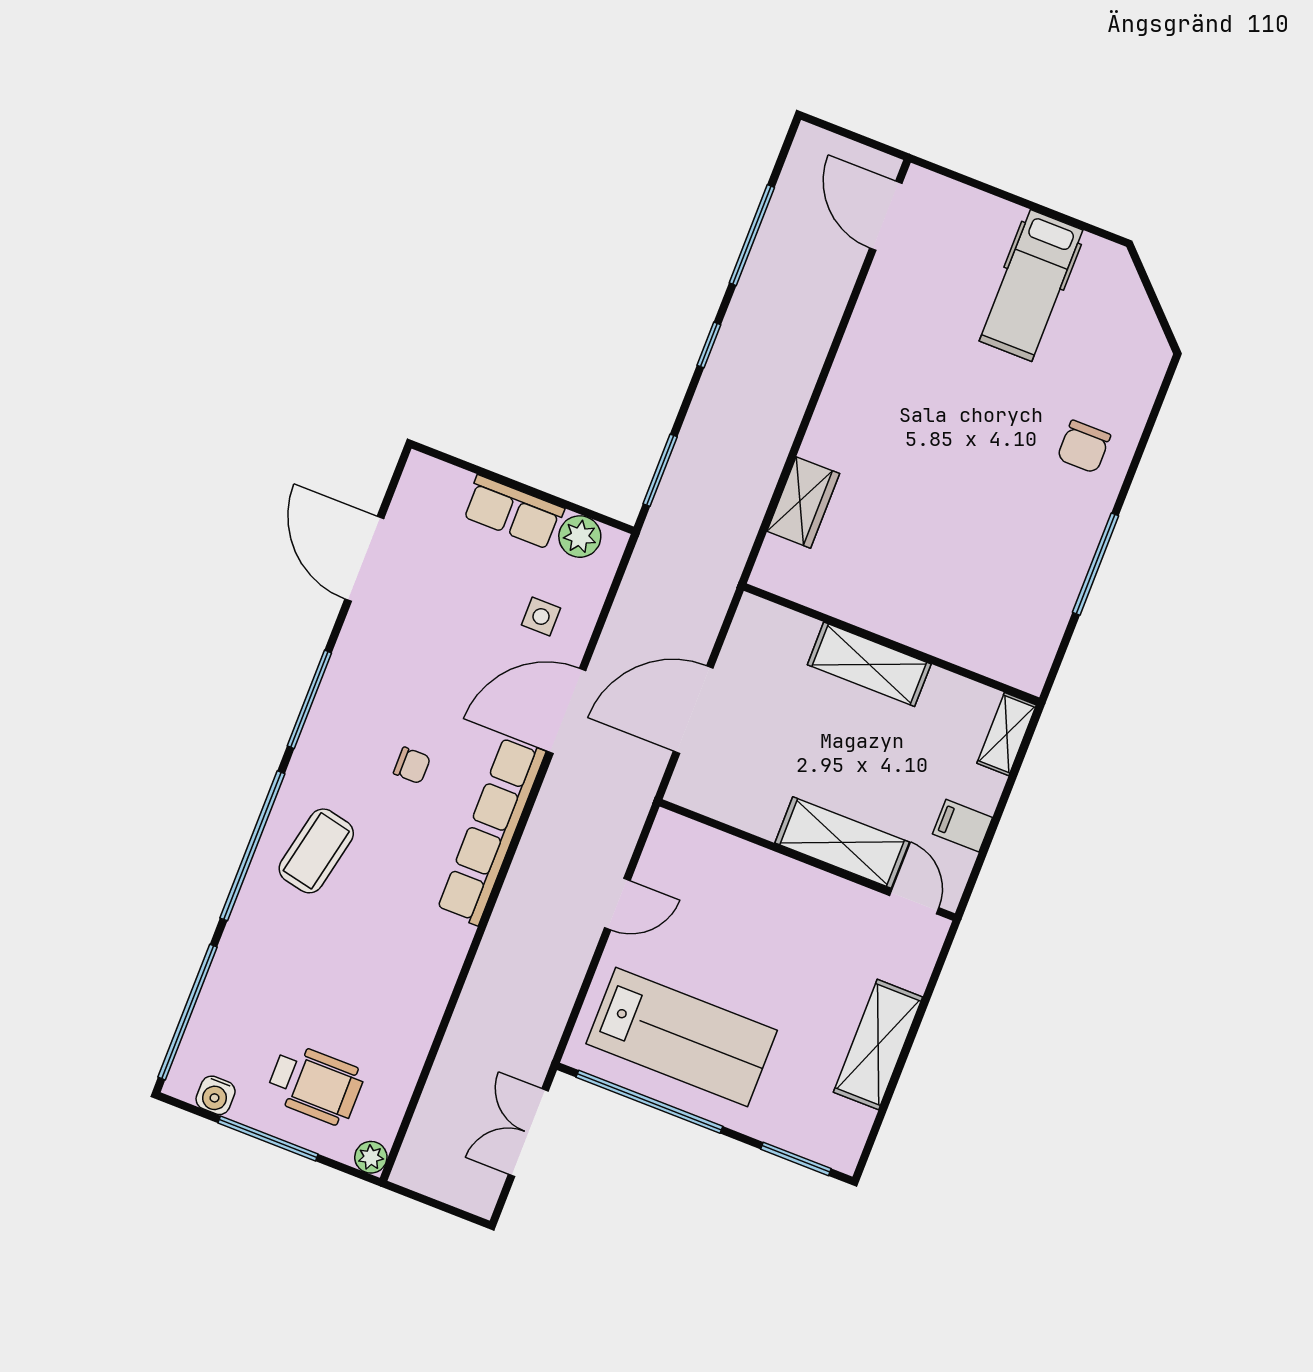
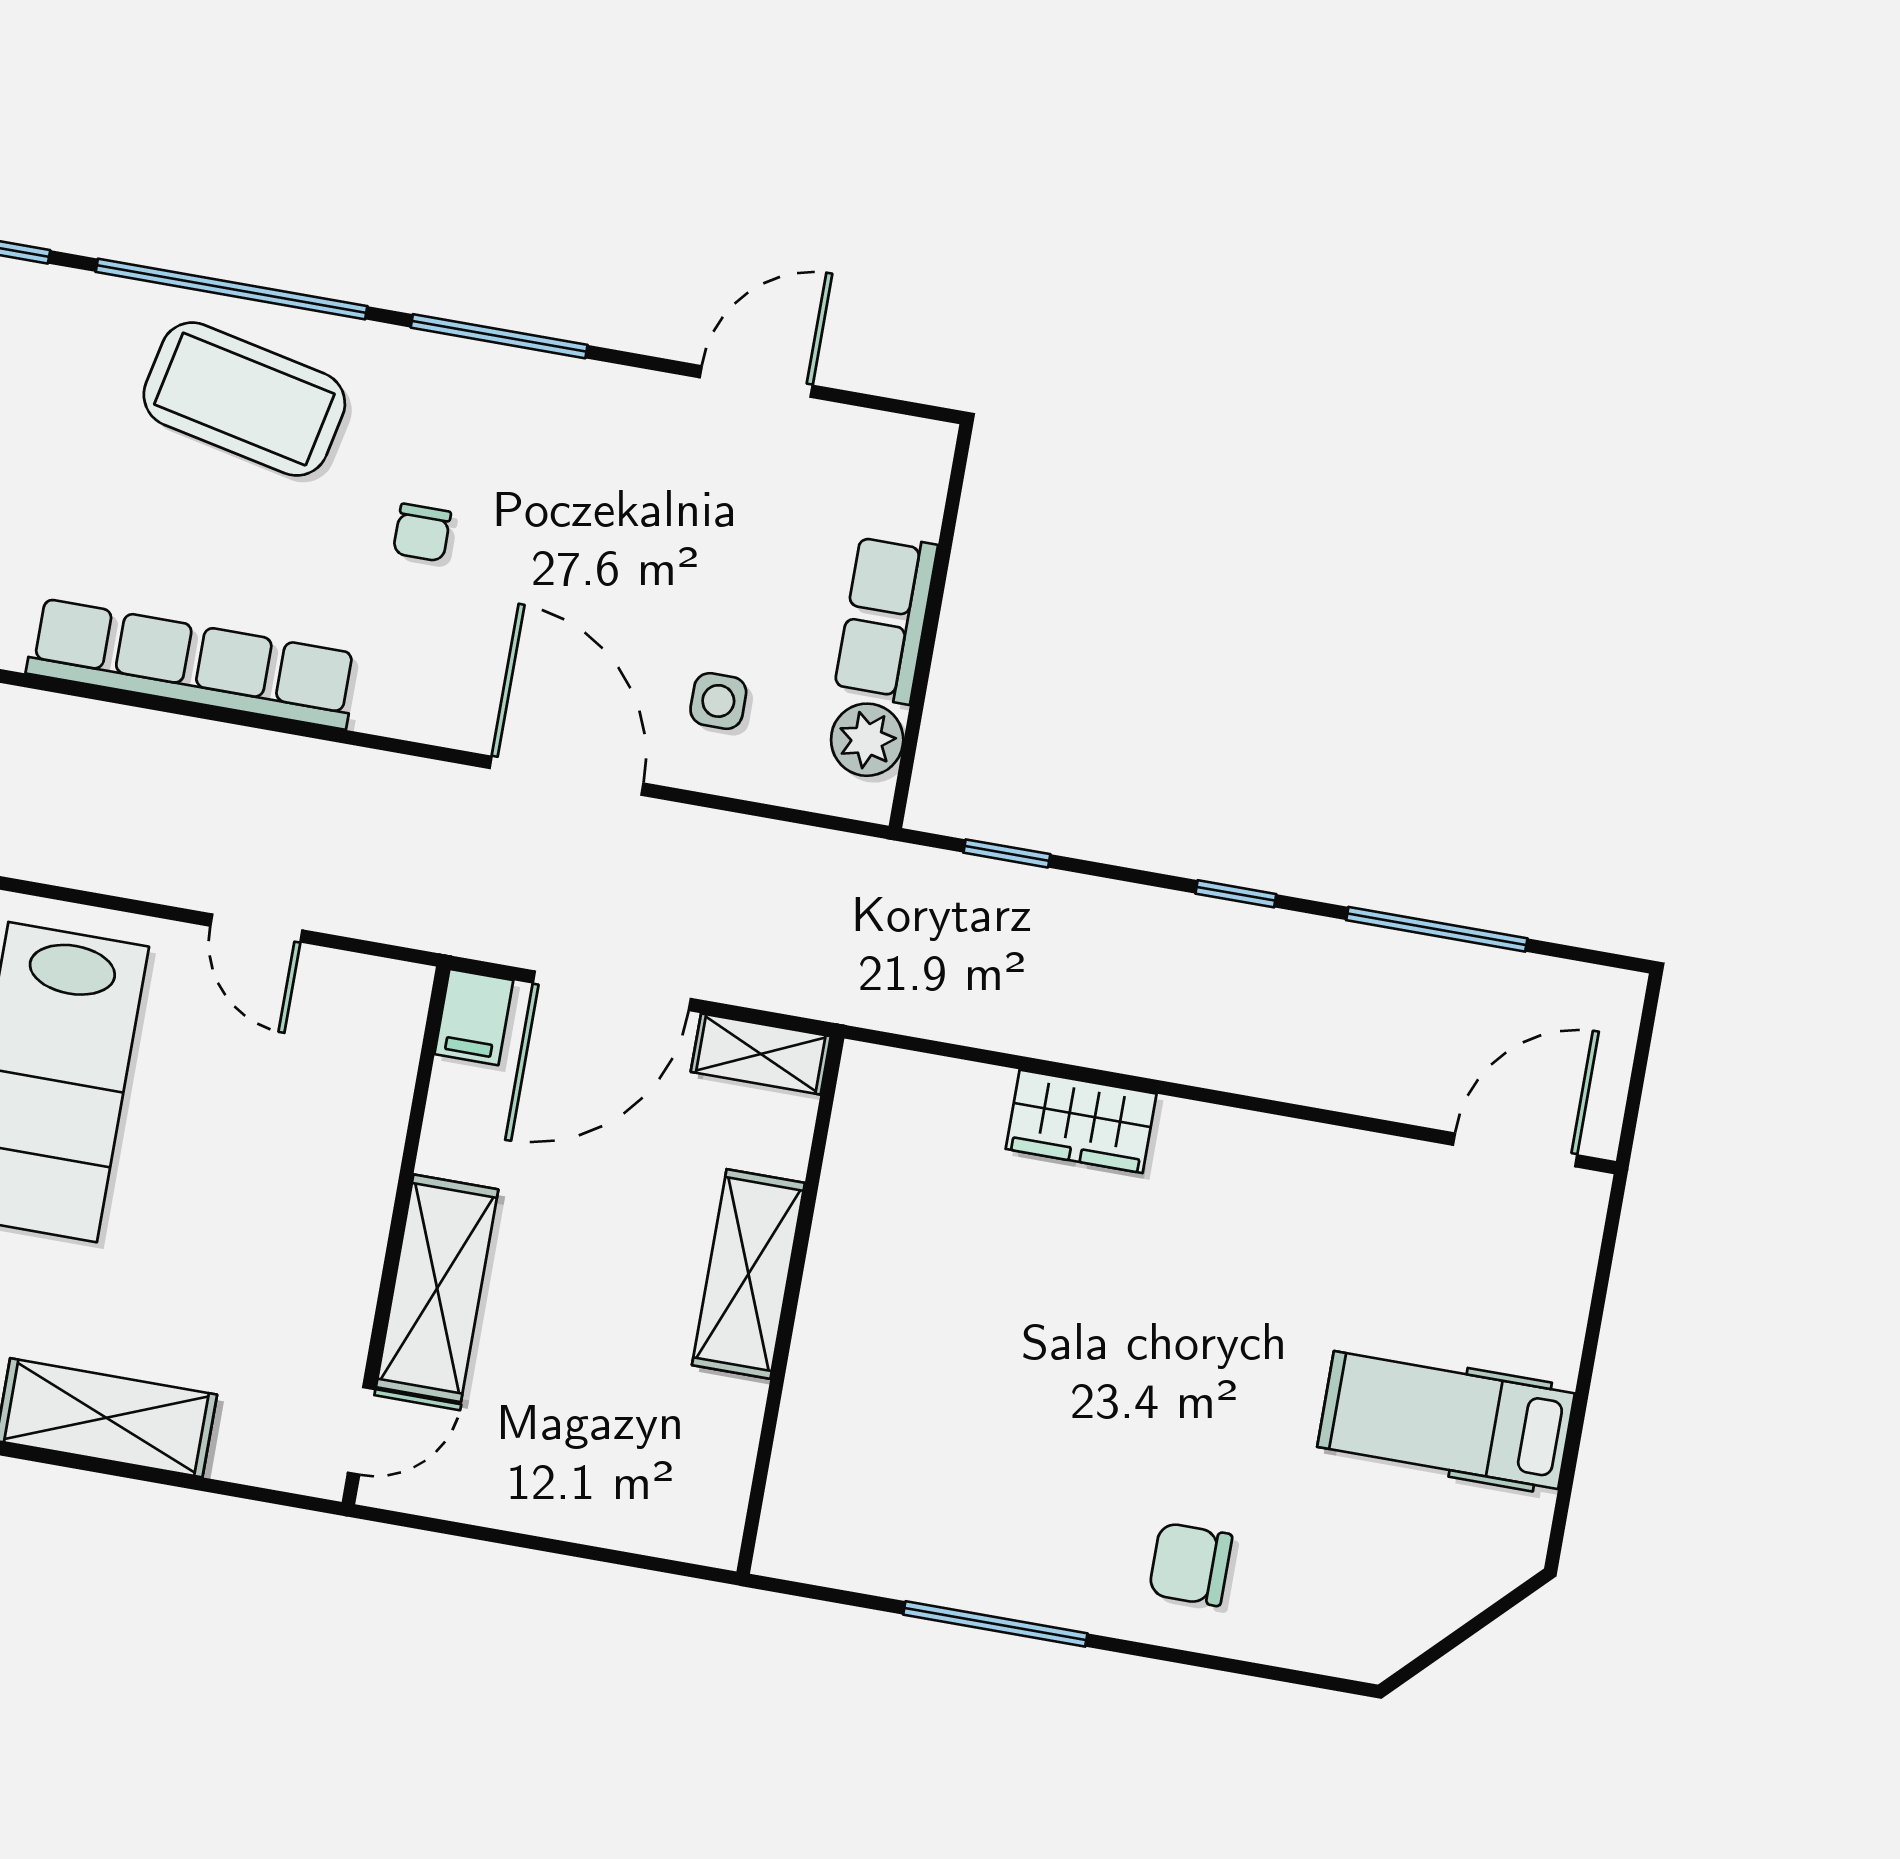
window: (660, 470) -> (1007, 853), width x0.67
wardrobe: (803, 502) -> (1081, 1121), moved
door: (364, 559) -> (756, 382), width x0.73
door: (693, 710) -> (612, 991), swing flipped
shelving: (1007, 734) -> (761, 1054), moved
filing cabinet: (963, 826) -> (474, 1017), moved, turned 180
row of seats: (491, 831) -> (192, 664), moved
coffee table: (316, 851) -> (244, 399), width x1.36, depth x1.32

